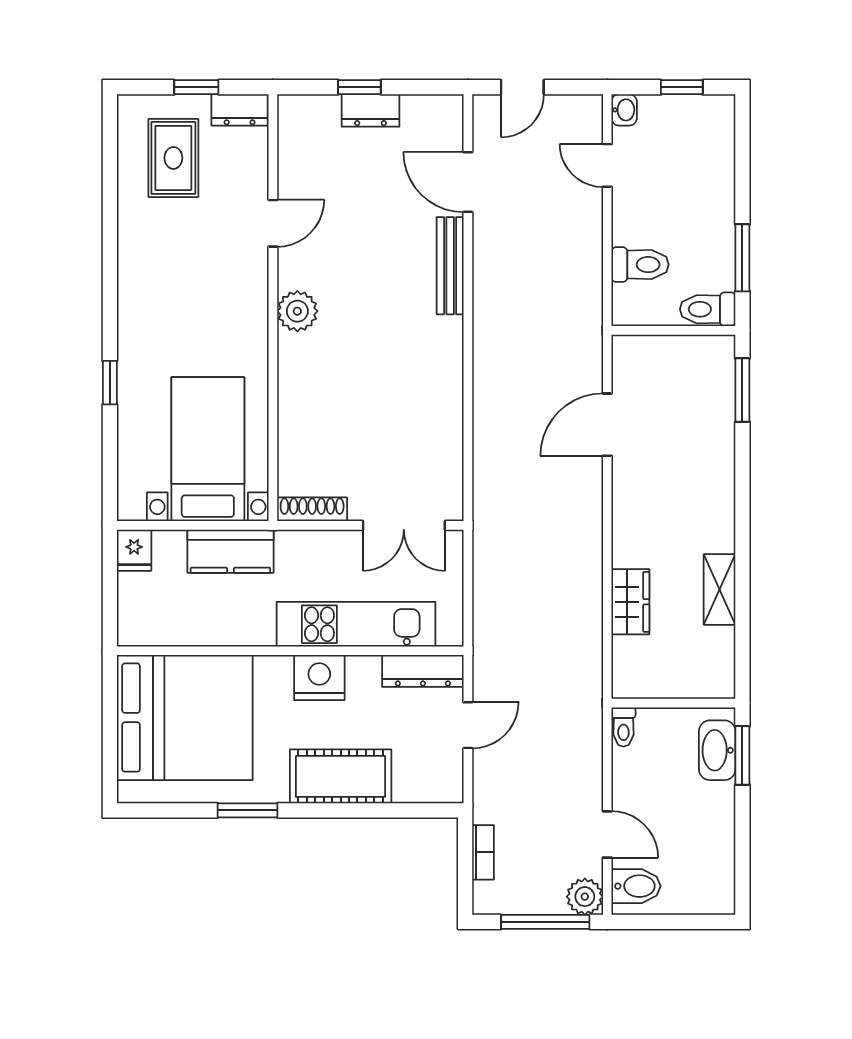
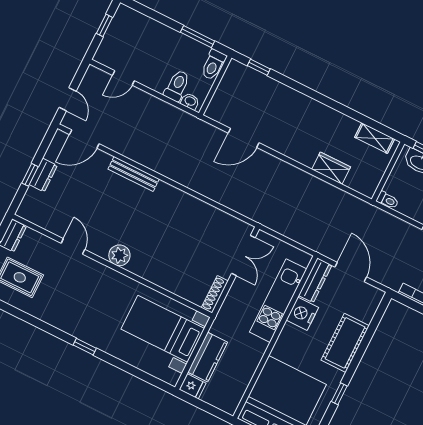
washbasin: (624, 110) -> (190, 101), moved
door: (468, 182) -> (84, 139), moved
window: (110, 383) -> (85, 347), moved
window: (742, 390) -> (259, 67), width x0.67
door: (607, 425) -> (244, 138), hinge flipped
kitchen counter: (230, 551) -> (208, 357), moved
shelving: (720, 589) -> (375, 138), moved
nightstand: (319, 678) -> (302, 314), moved
door: (468, 725) -> (351, 272), width x1.37
window: (248, 810) -> (339, 394), width x0.67

